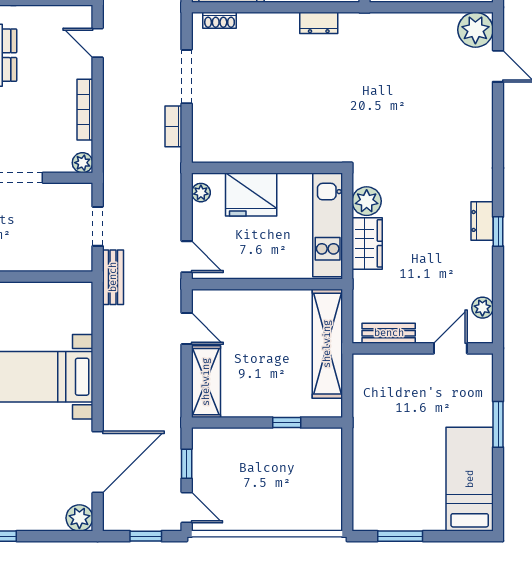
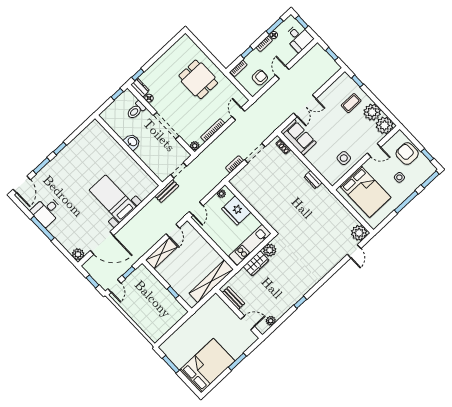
dresser: (482, 221) -> (299, 294), removed
bed: (470, 479) -> (207, 366), width x1.50

